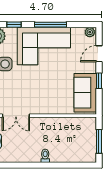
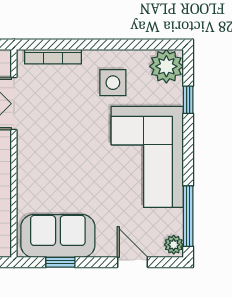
window: (51, 25) -> (188, 216), moved
window: (99, 81) -> (60, 262), moved

